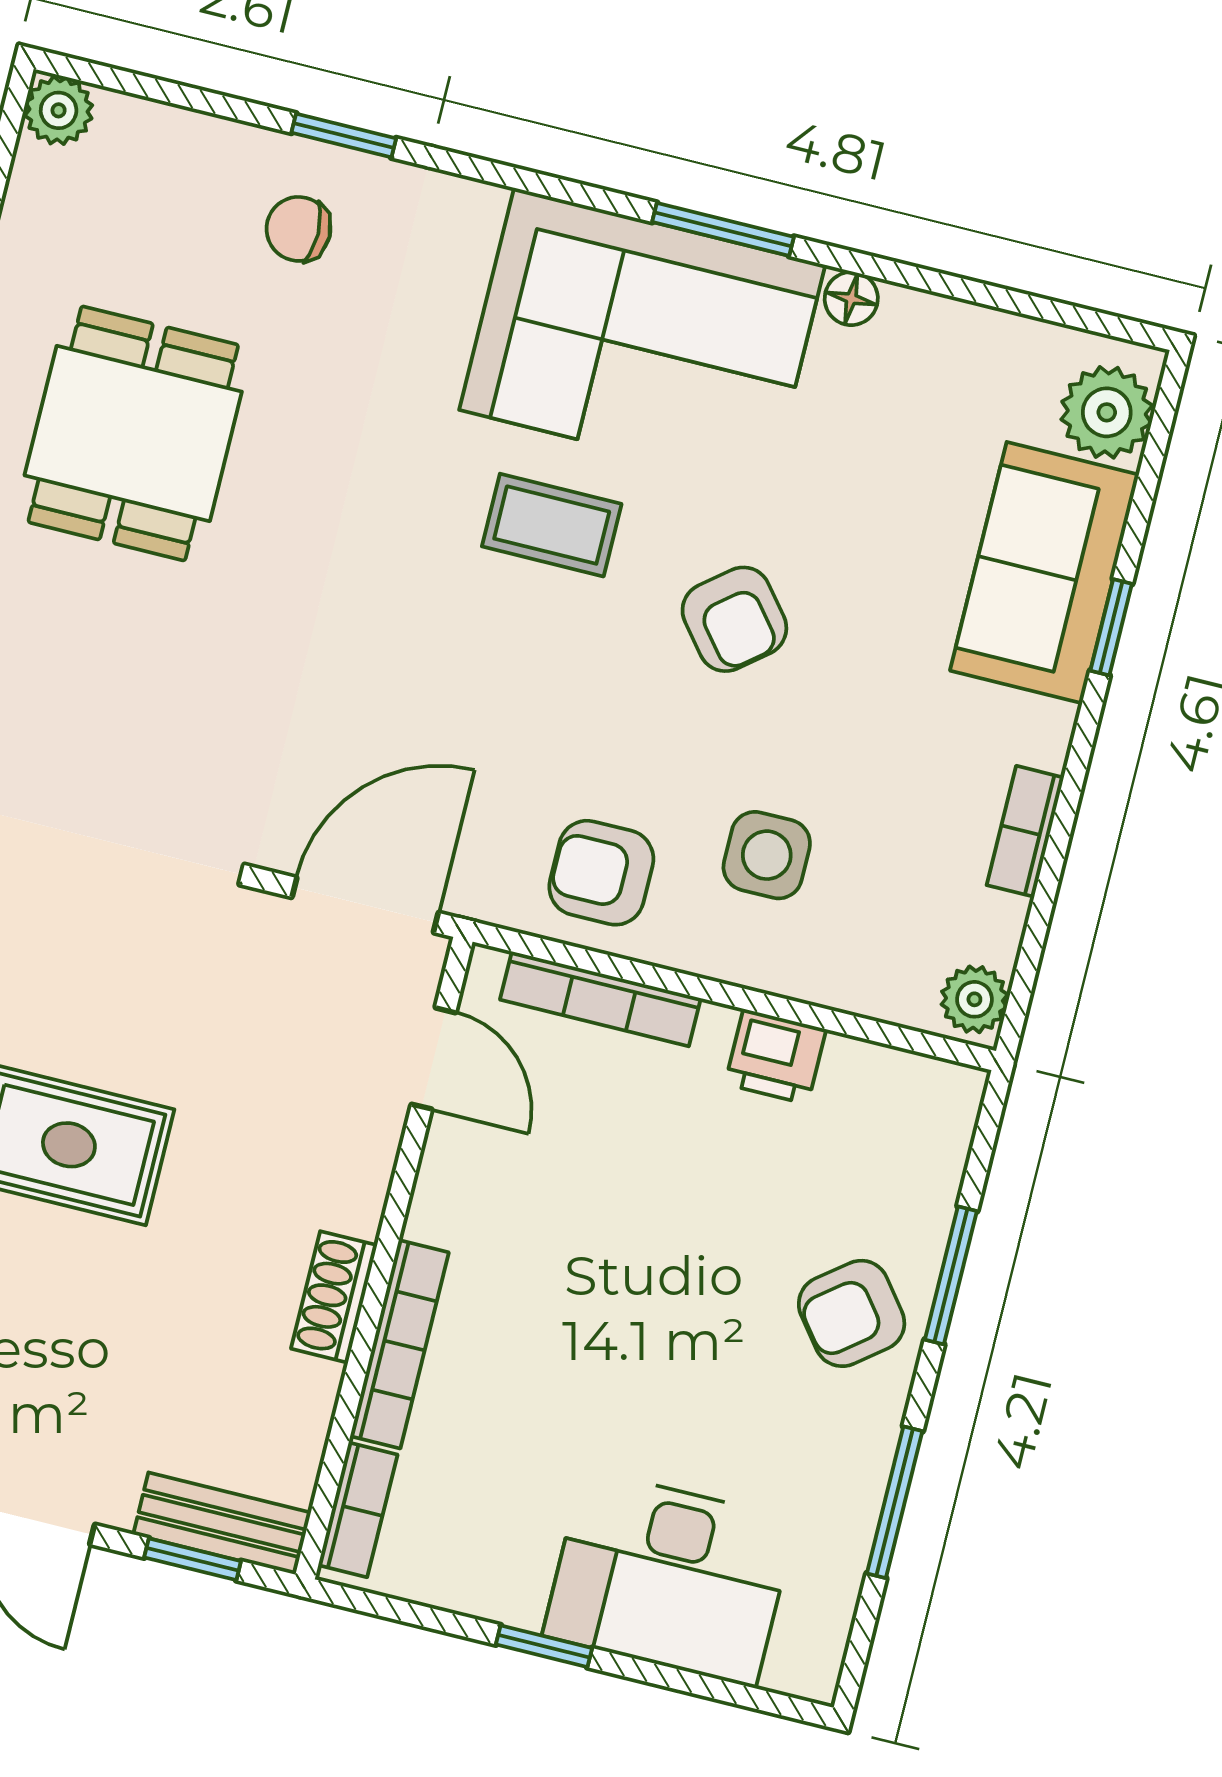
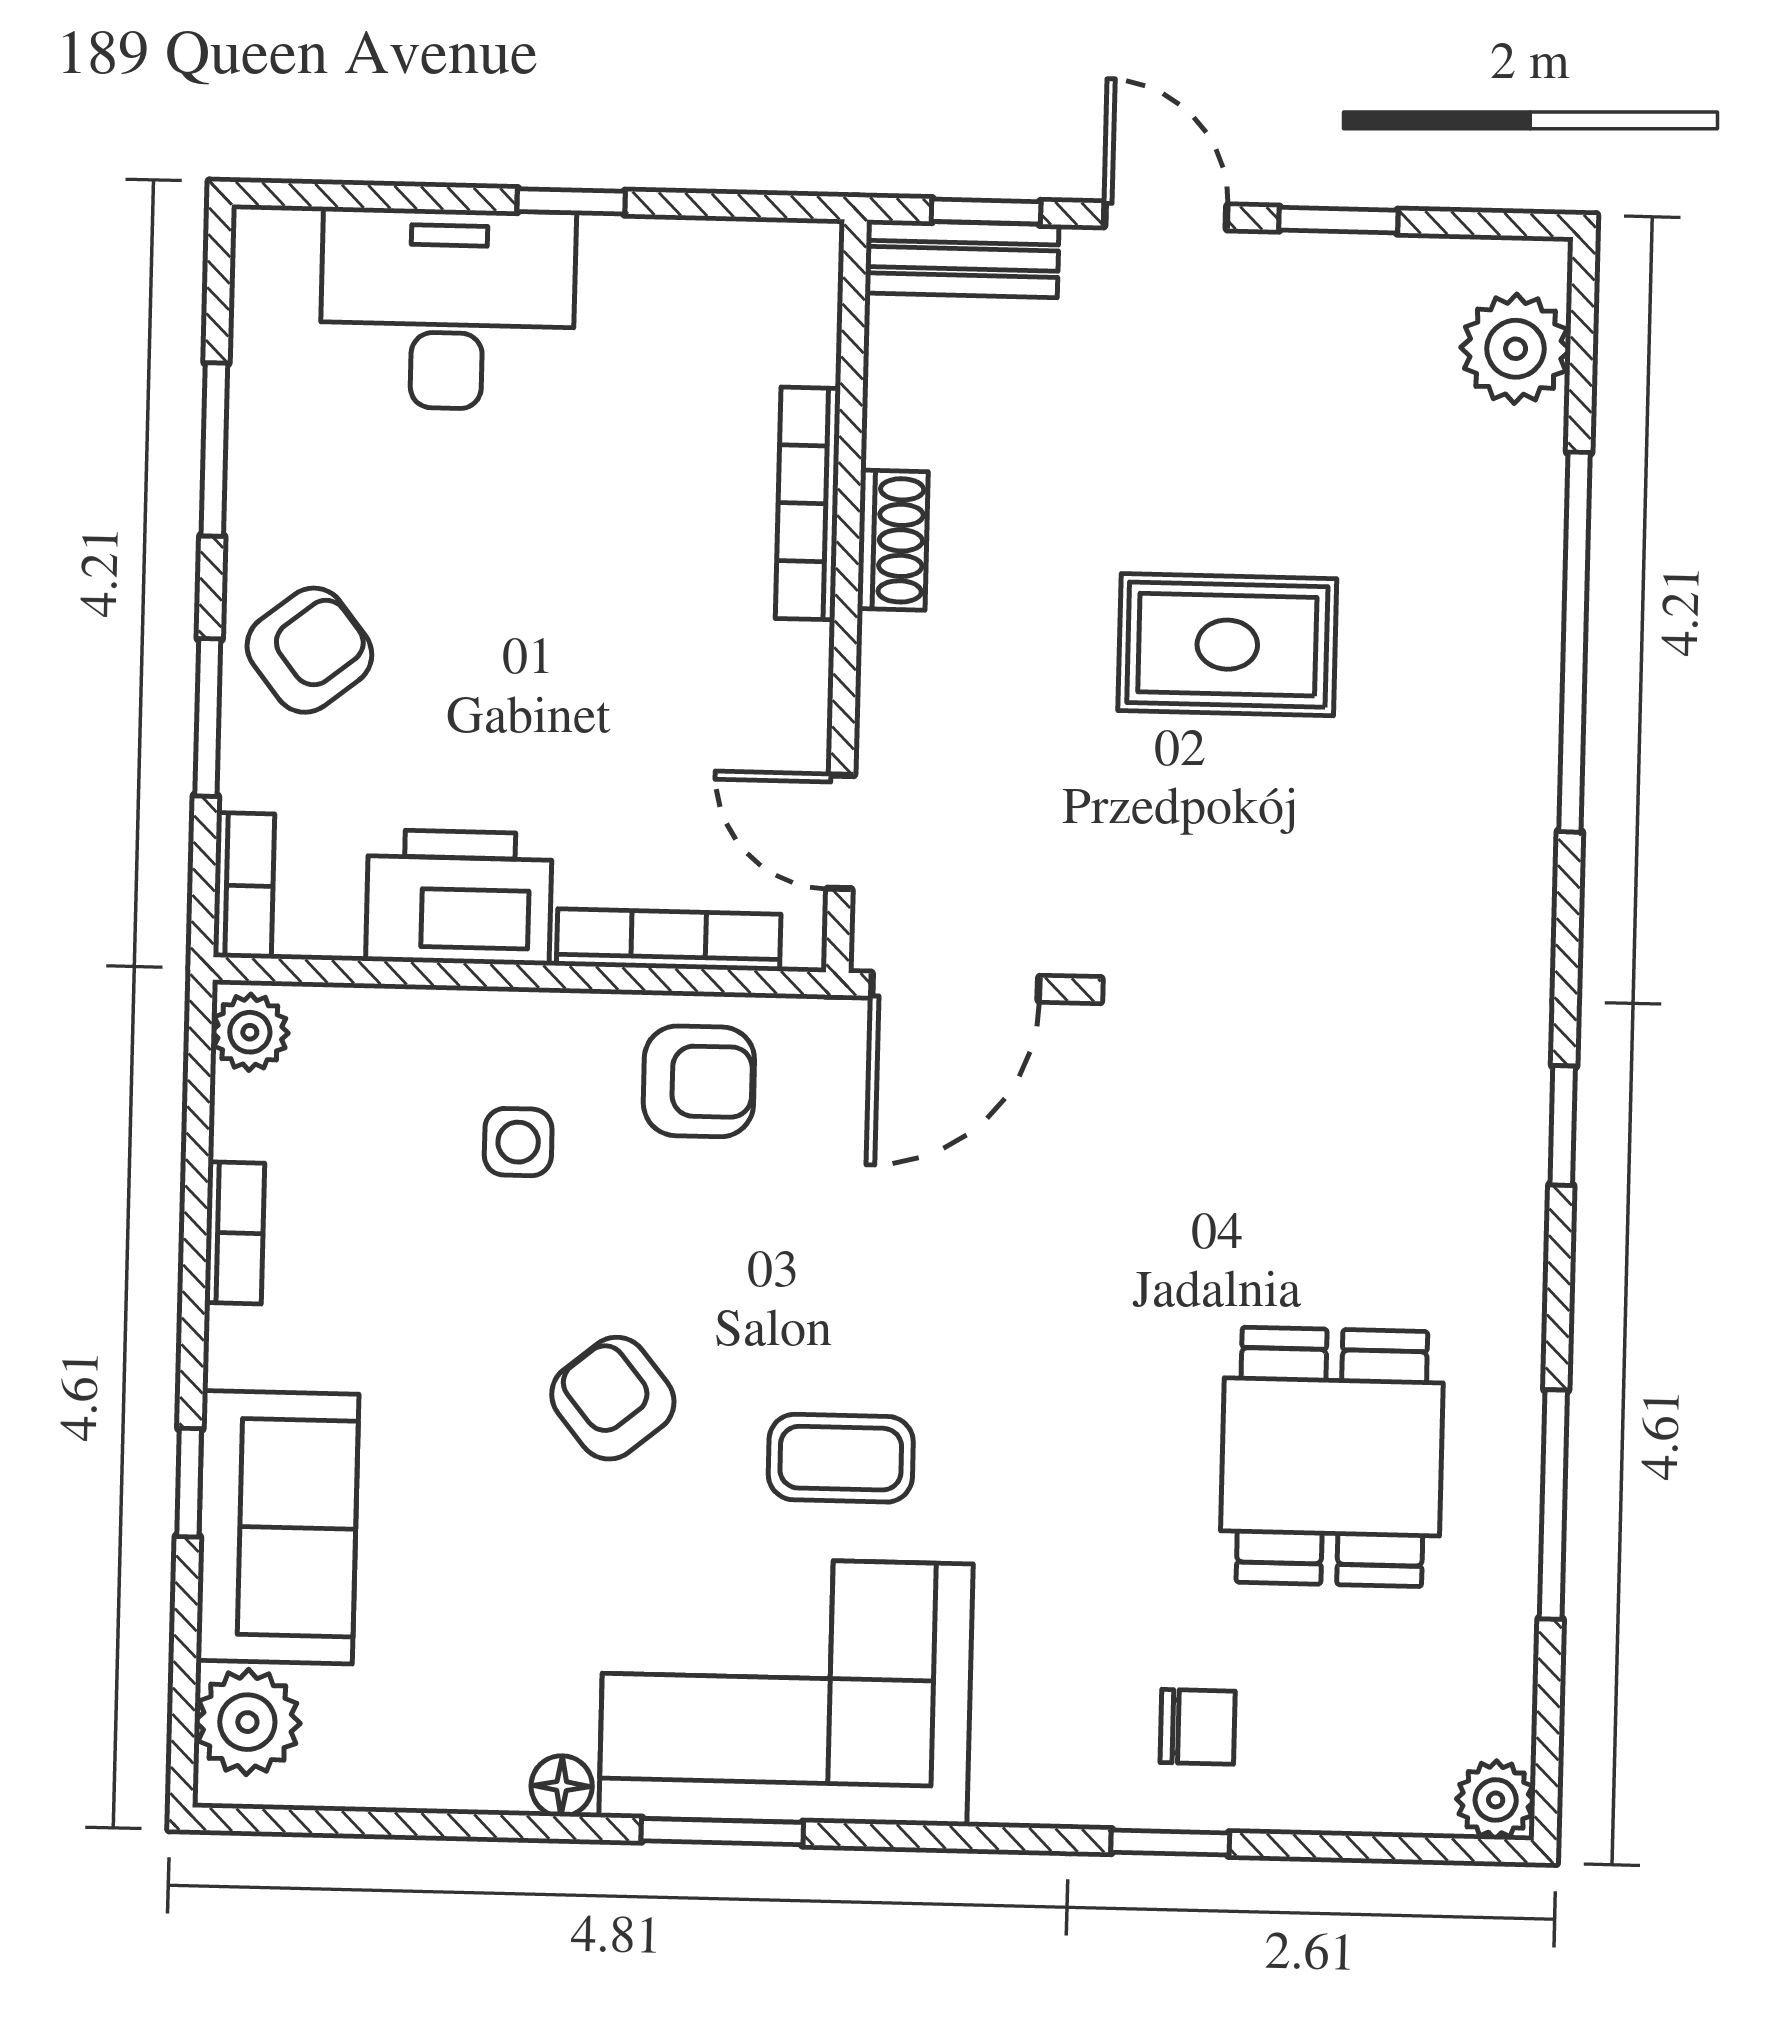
side table: (767, 855) -> (518, 1142), width x0.73, depth x0.73
printer: (775, 1057) -> (459, 897), width x1.87, depth x1.48
bookcase: (358, 1510) -> (244, 886), moved, turned 180

